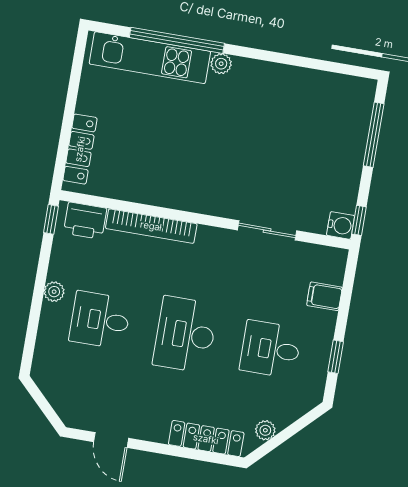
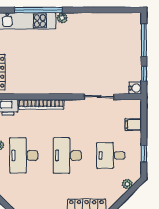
window: (359, 220) -> (144, 74), moved
desk: (100, 320) -> (24, 155), width x1.37
plant: (265, 430) -> (127, 184), moved

